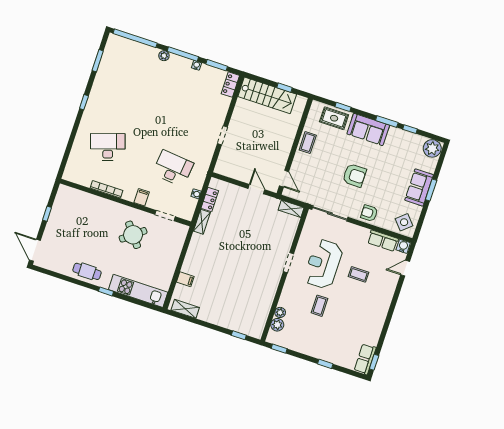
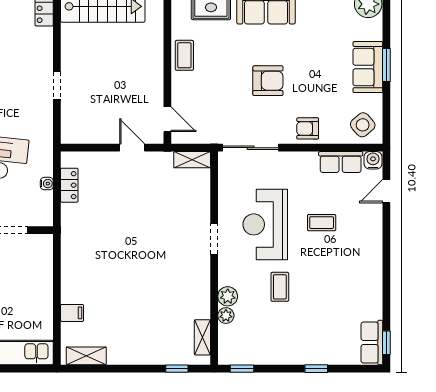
shelving: (202, 222) -> (202, 337), moved
plant: (277, 325) -> (228, 296), moved

